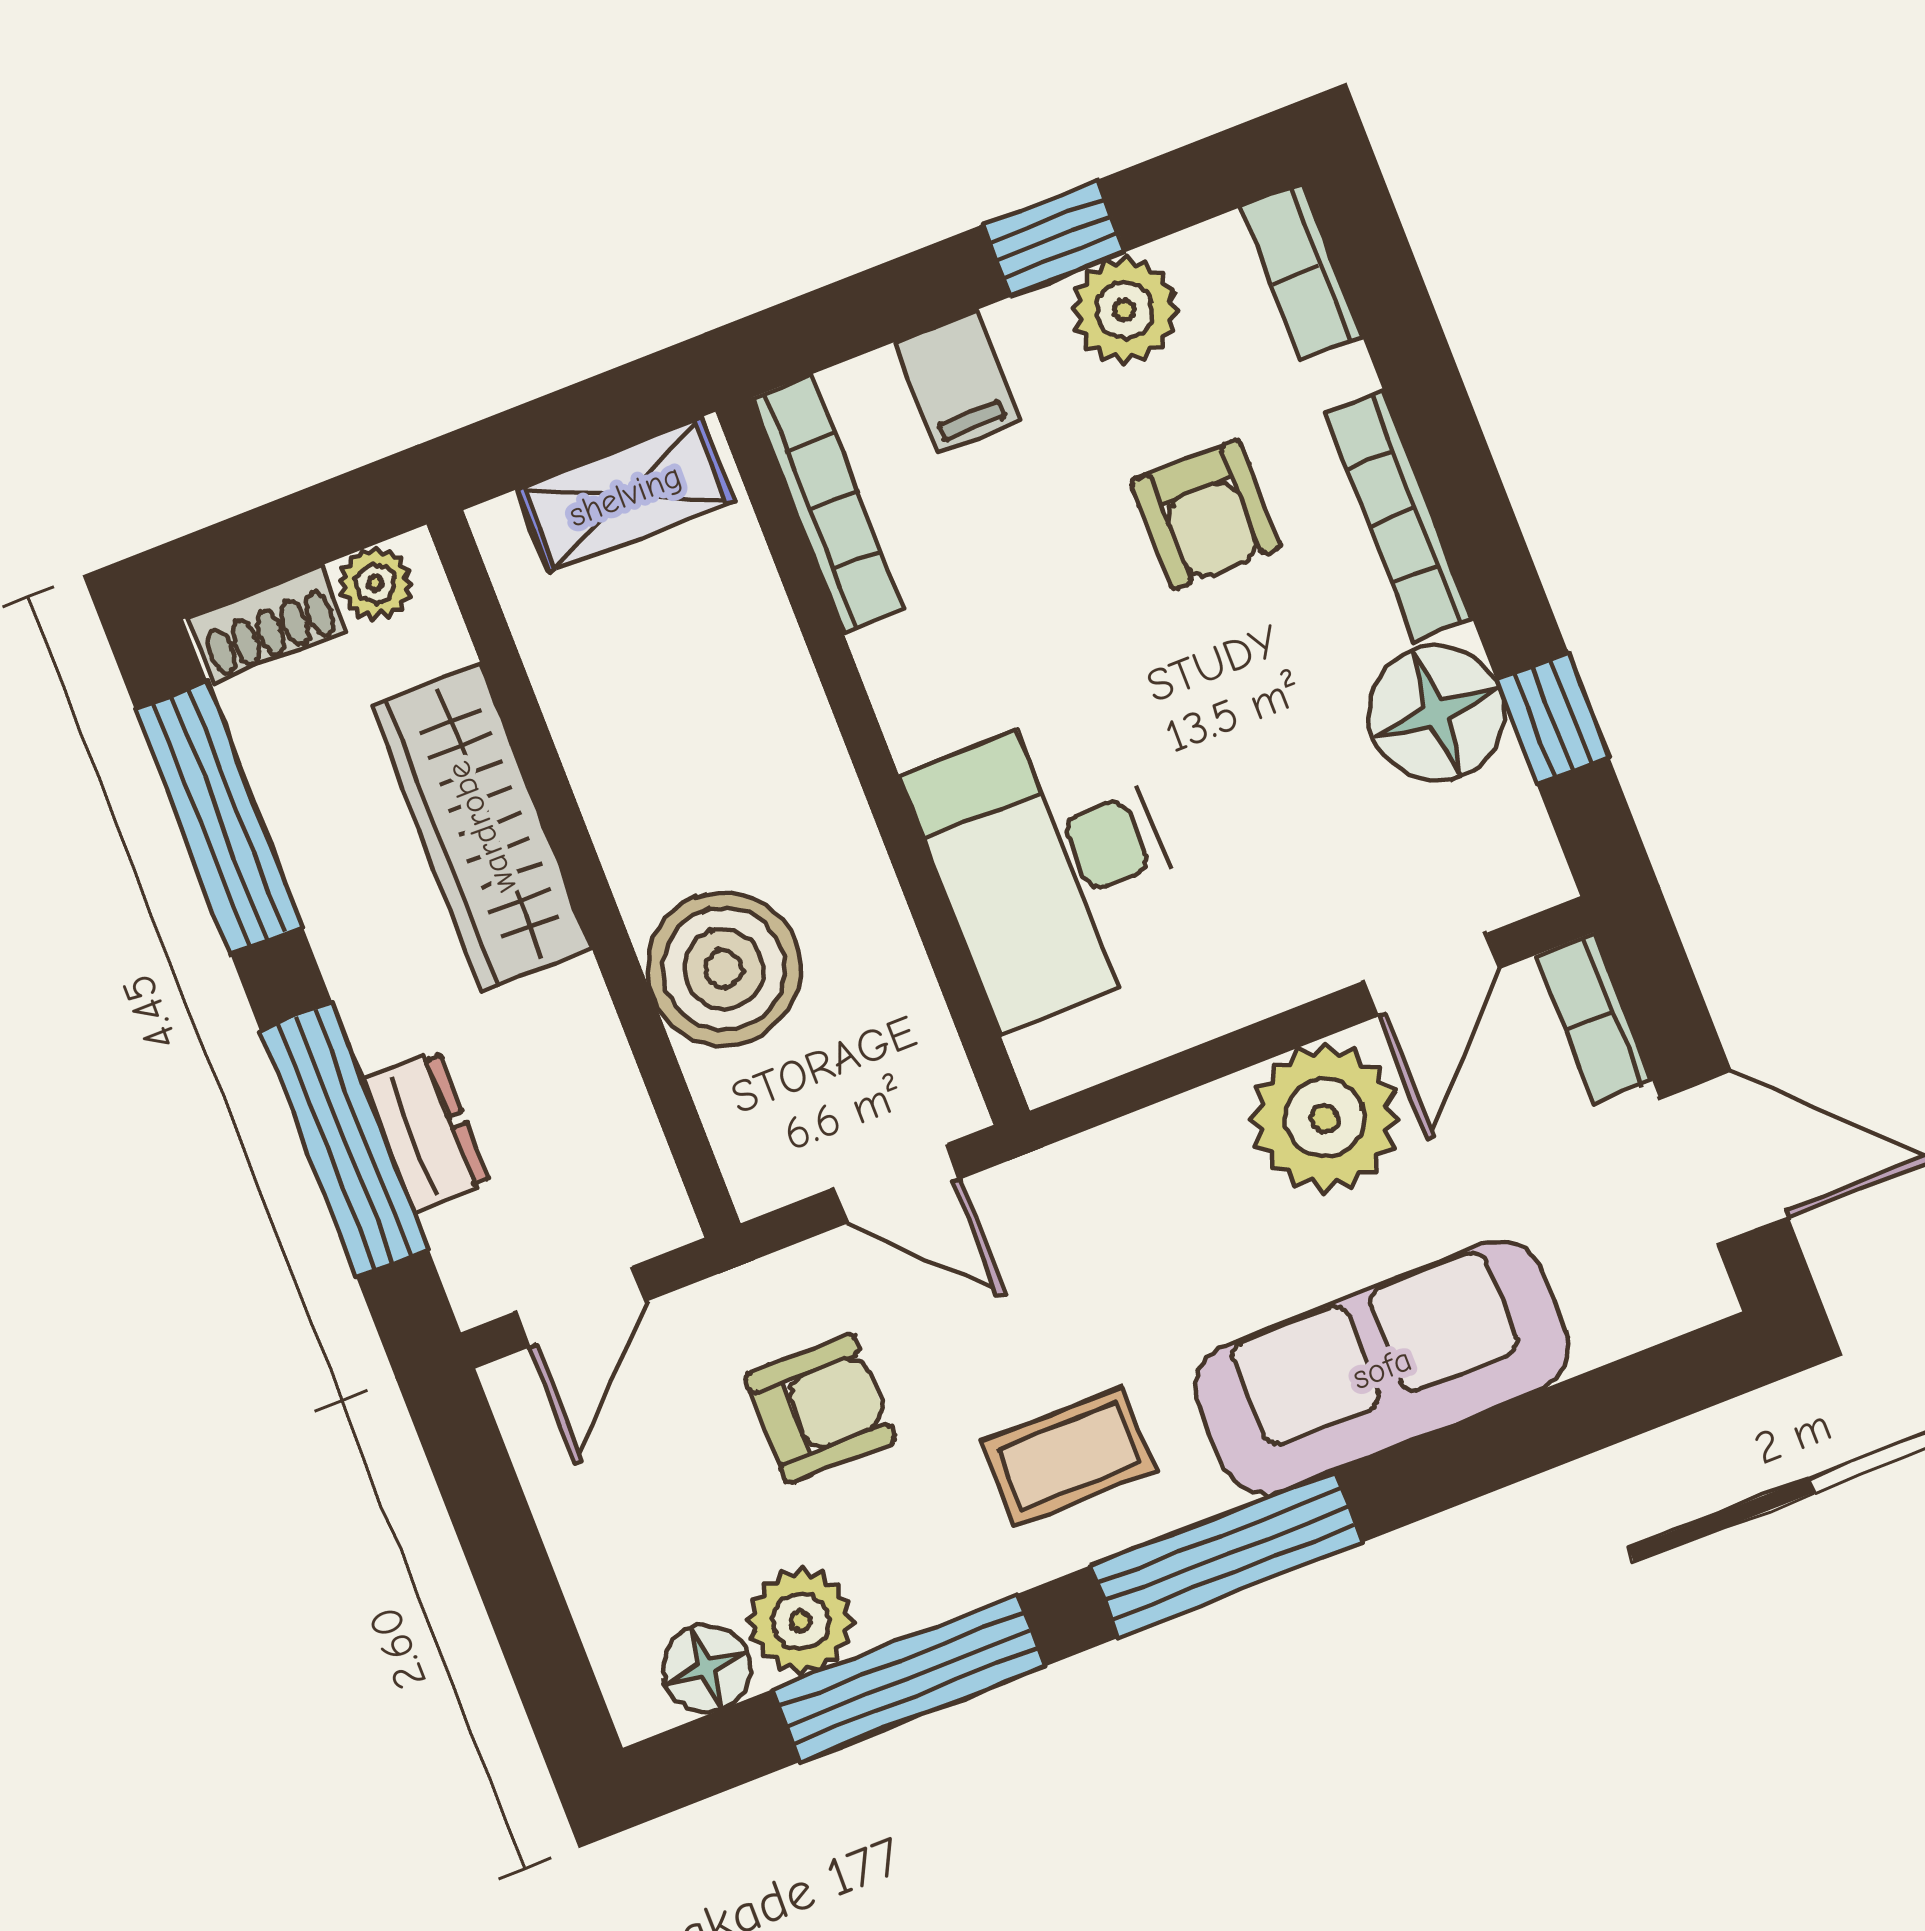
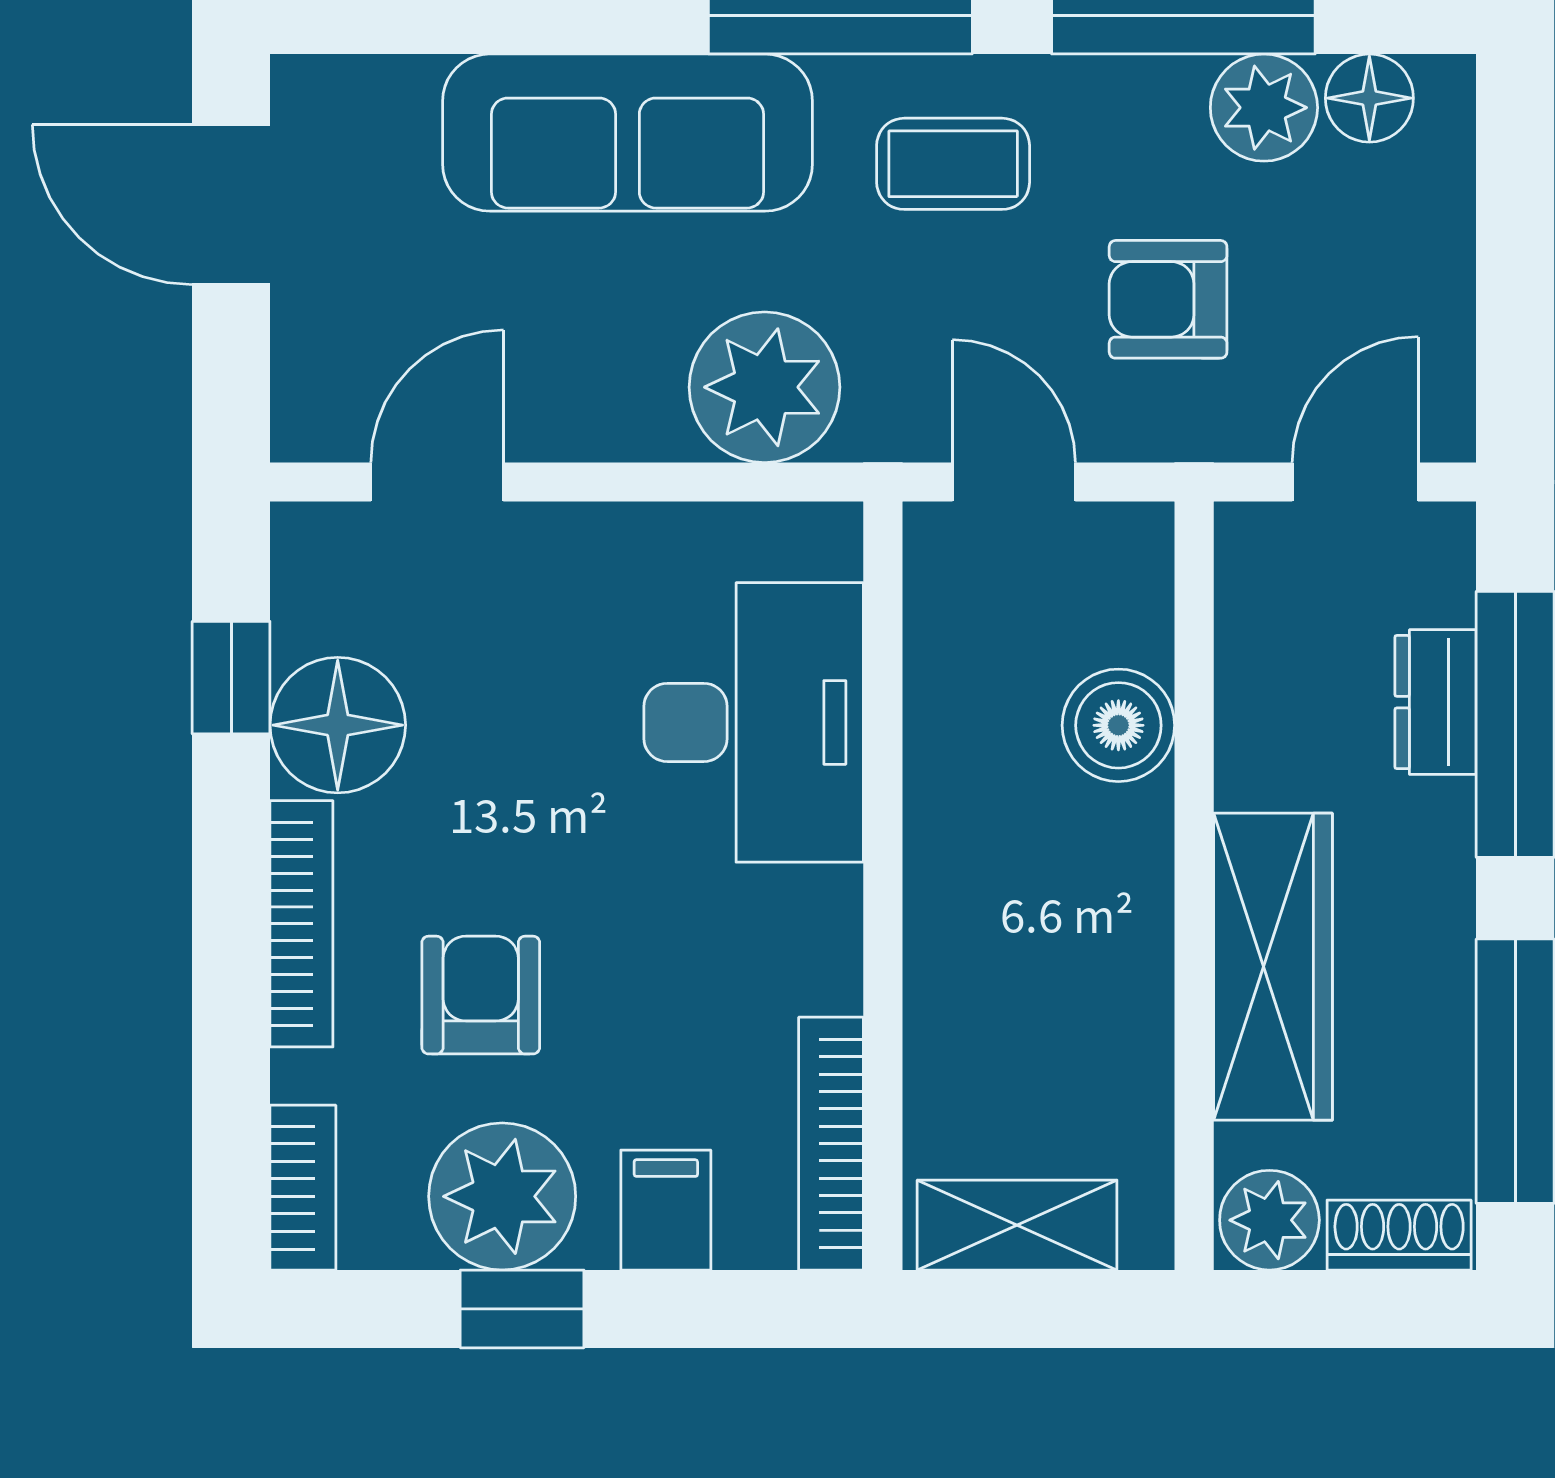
plant: (1125, 310) -> (502, 1196), width x1.36, depth x1.36
plant: (375, 583) -> (1269, 1220), width x1.38, depth x1.38
boiler: (724, 969) -> (1118, 725), width x0.73, depth x0.73
bookcase: (1594, 1019) -> (301, 382), removed
plant: (1325, 1118) -> (765, 387), moved

